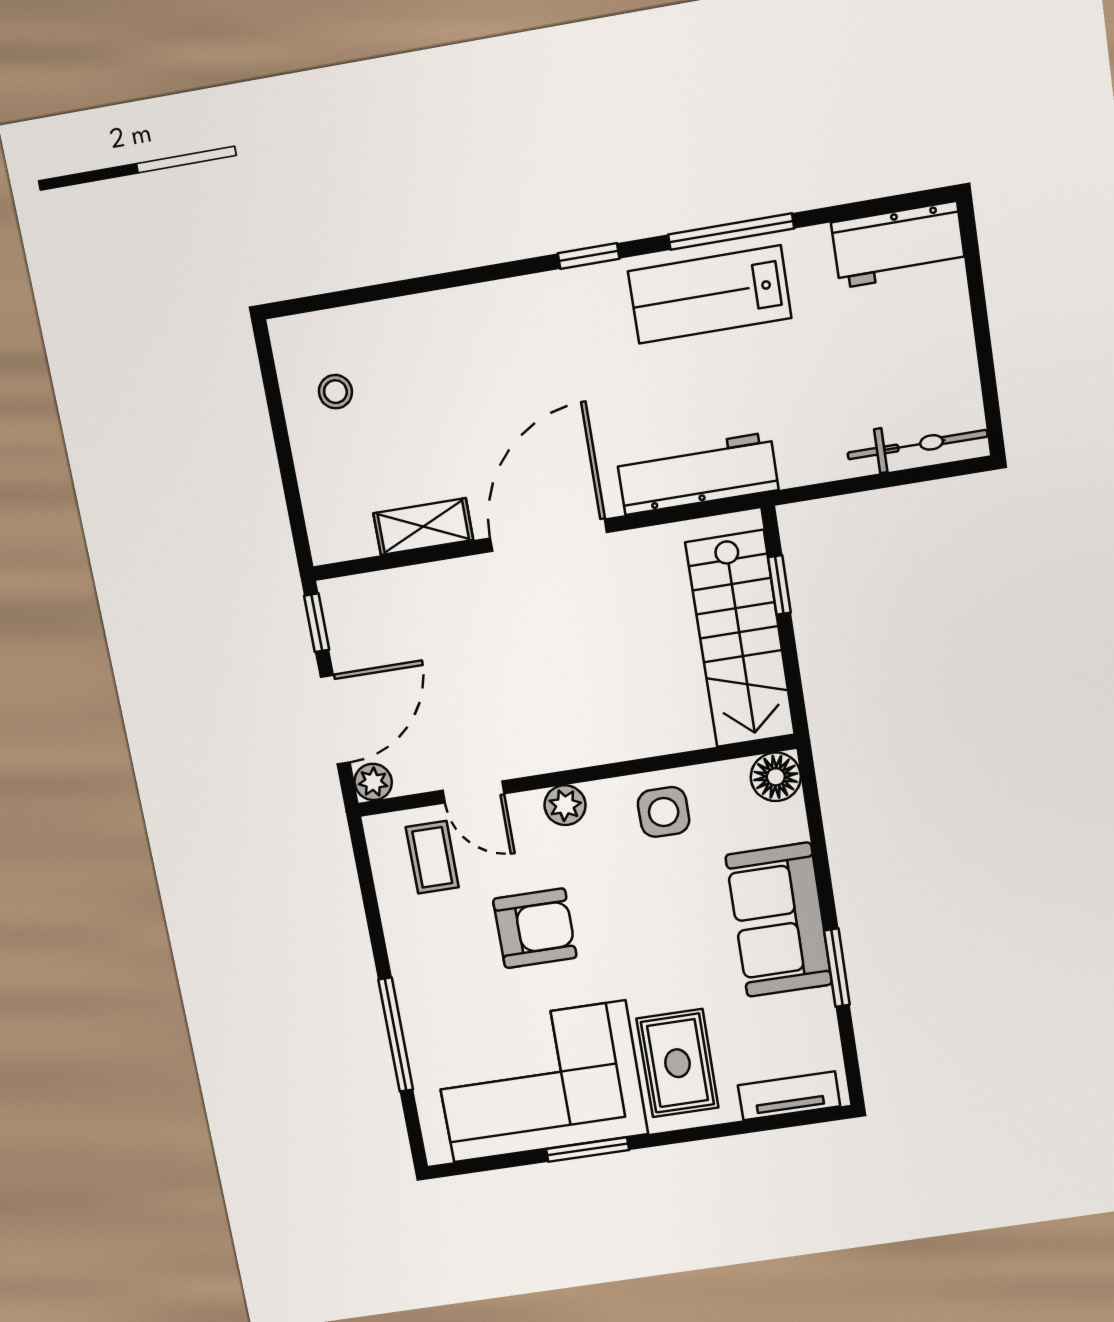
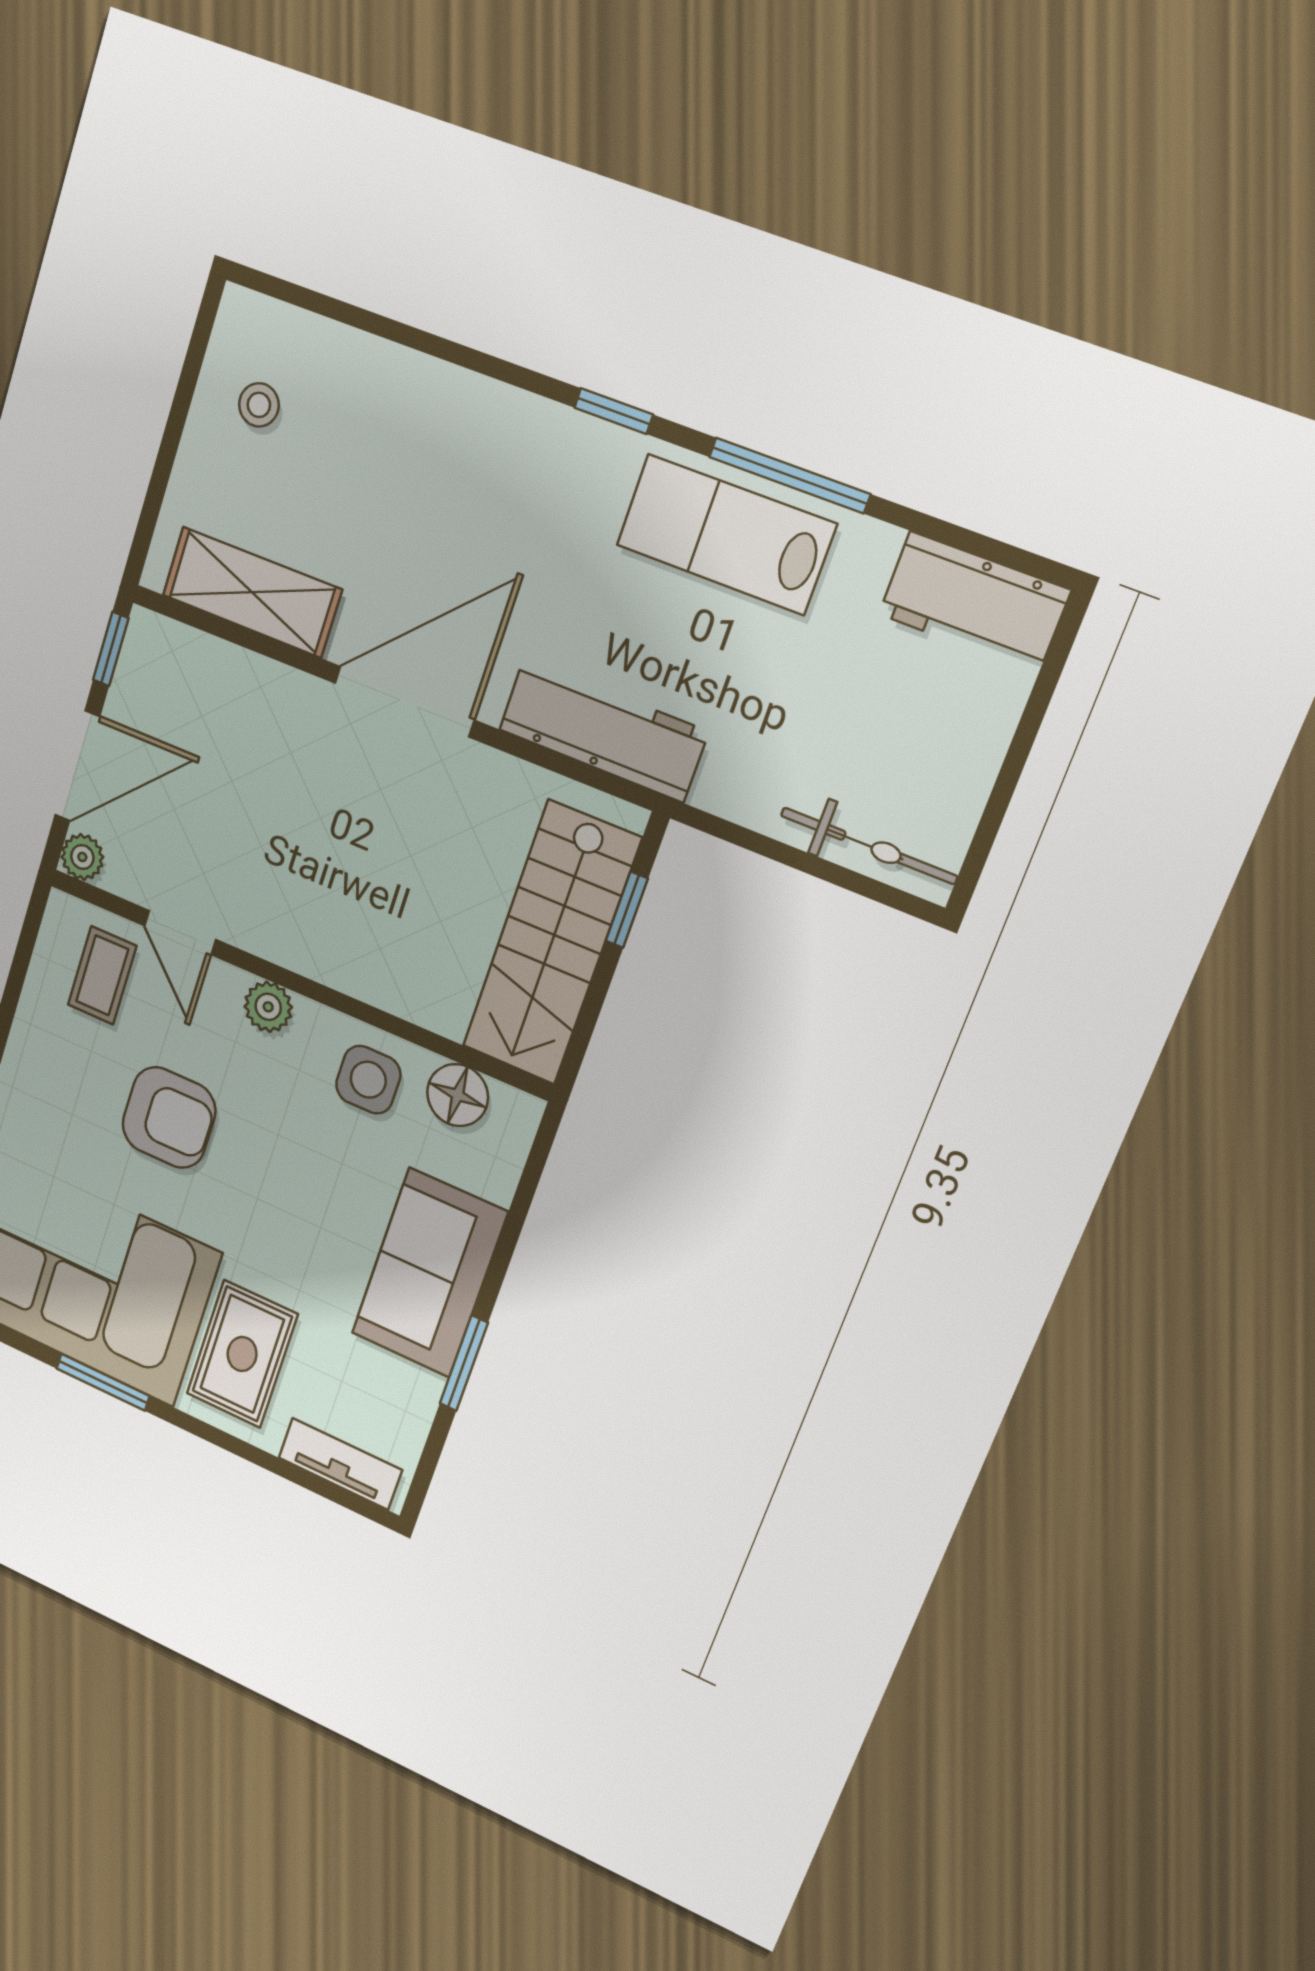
shelving: (423, 527) -> (252, 592), width x1.50, depth x1.33
floor lamp: (776, 777) -> (458, 1095), moved

